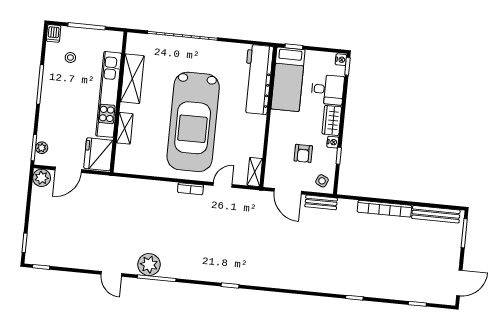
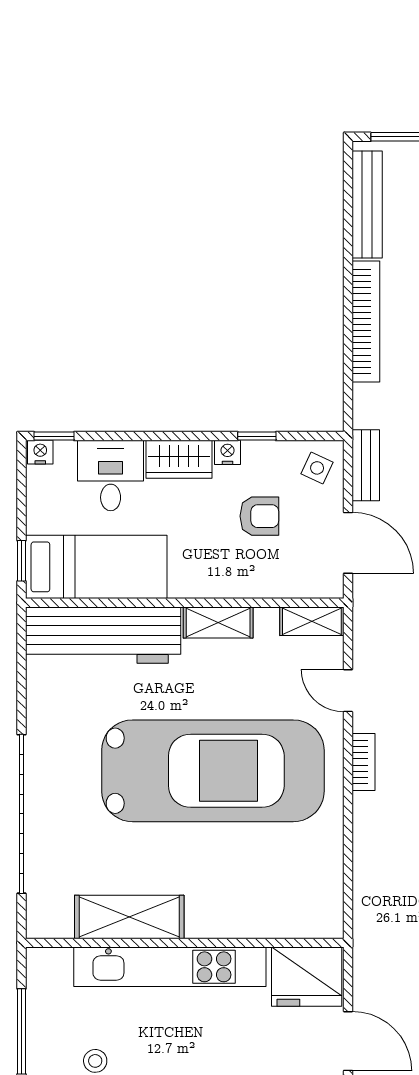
shelving: (125, 128) -> (218, 622), moved
door: (288, 191) -> (348, 543), hinge flipped

